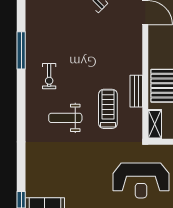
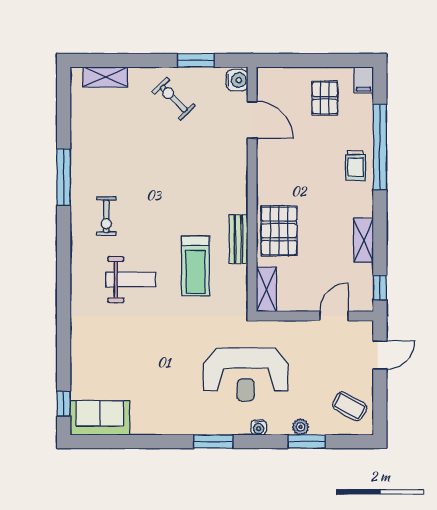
treadmill: (108, 109) -> (195, 266), turned 180
weight bench: (65, 118) -> (131, 280), turned 180

